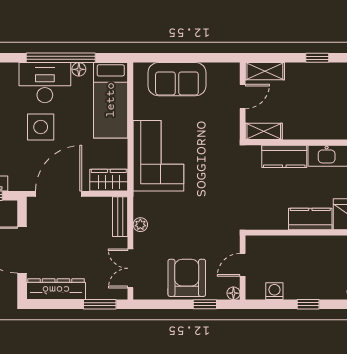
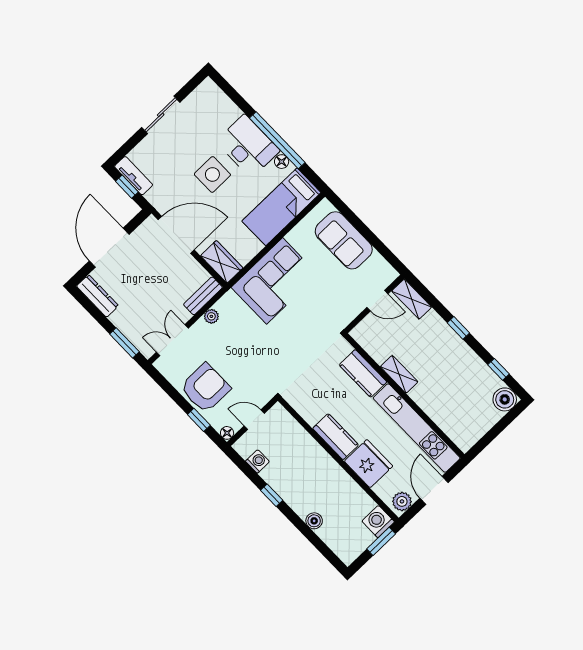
shelving: (264, 131) -> (399, 374), moved
dresser: (56, 289) -> (98, 296), width x0.73, depth x0.80

